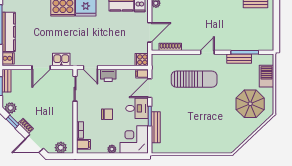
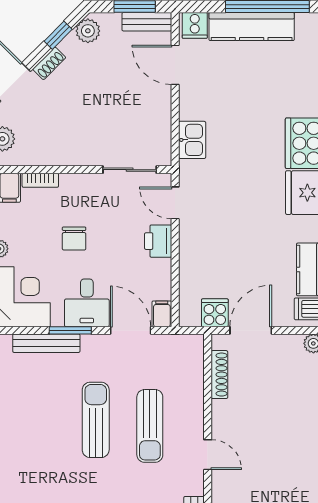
door: (150, 32) -> (251, 330), swing flipped
cooker: (142, 60) -> (215, 313), moved
door: (41, 67) -> (175, 65), moved
door: (91, 67) -> (175, 203), hinge flipped
sun lounger: (194, 79) -> (150, 426), width x0.73, depth x0.75
sun lounger: (191, 104) -> (96, 420), added

